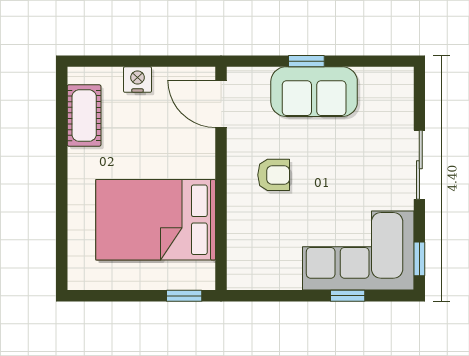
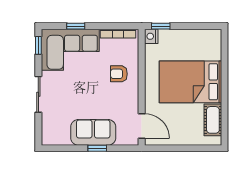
nightstand: (138, 80) -> (151, 36), moved, turned 90
armchair: (274, 175) -> (119, 74), moved
bed: (156, 220) -> (191, 82), moved, turned 180
bookcase: (267, 282) -> (118, 34), added

